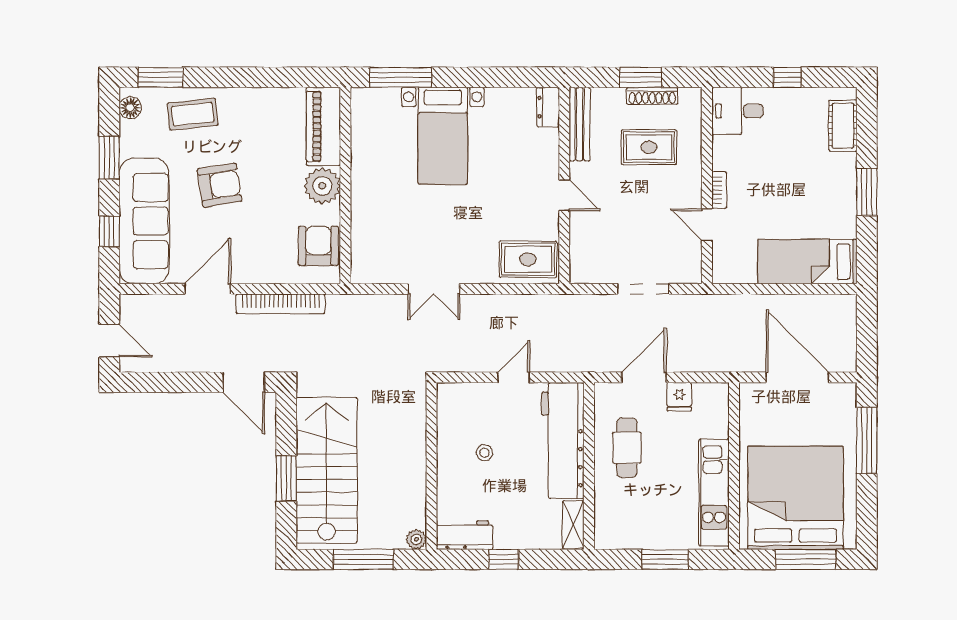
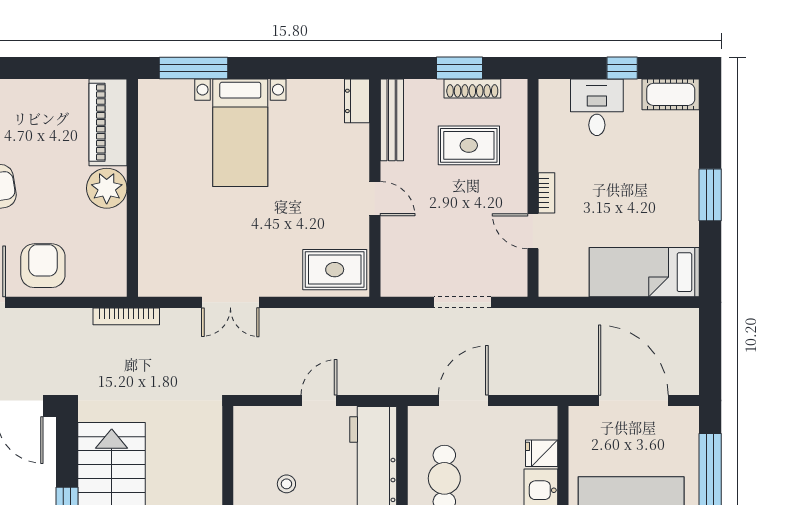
desk: (737, 111) -> (597, 107), moved, turned 90
cot: (843, 126) -> (671, 94), moved, turned 90
armchair: (318, 246) -> (43, 266), moved
bookcase: (281, 304) -> (126, 316), moved, width x0.68, depth x0.76
fridge: (679, 397) -> (542, 453), moved, turned 90

